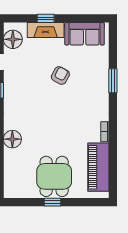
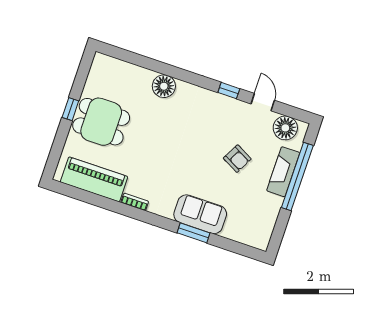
window: (46, 18) -> (297, 176), width x3.17
sofa: (85, 34) -> (200, 214), moved, turned 90
armchair: (60, 75) -> (237, 159), moved

